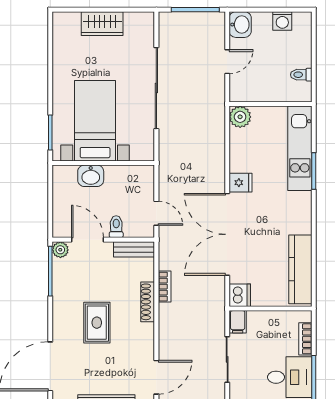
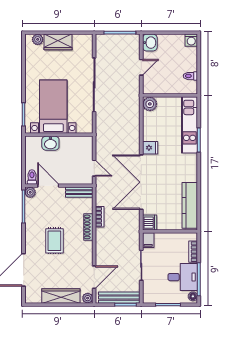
plant: (71, 20) -> (38, 39), added
washing machine: (282, 21) -> (191, 40), moved
toilet: (116, 227) -> (32, 177), moved

